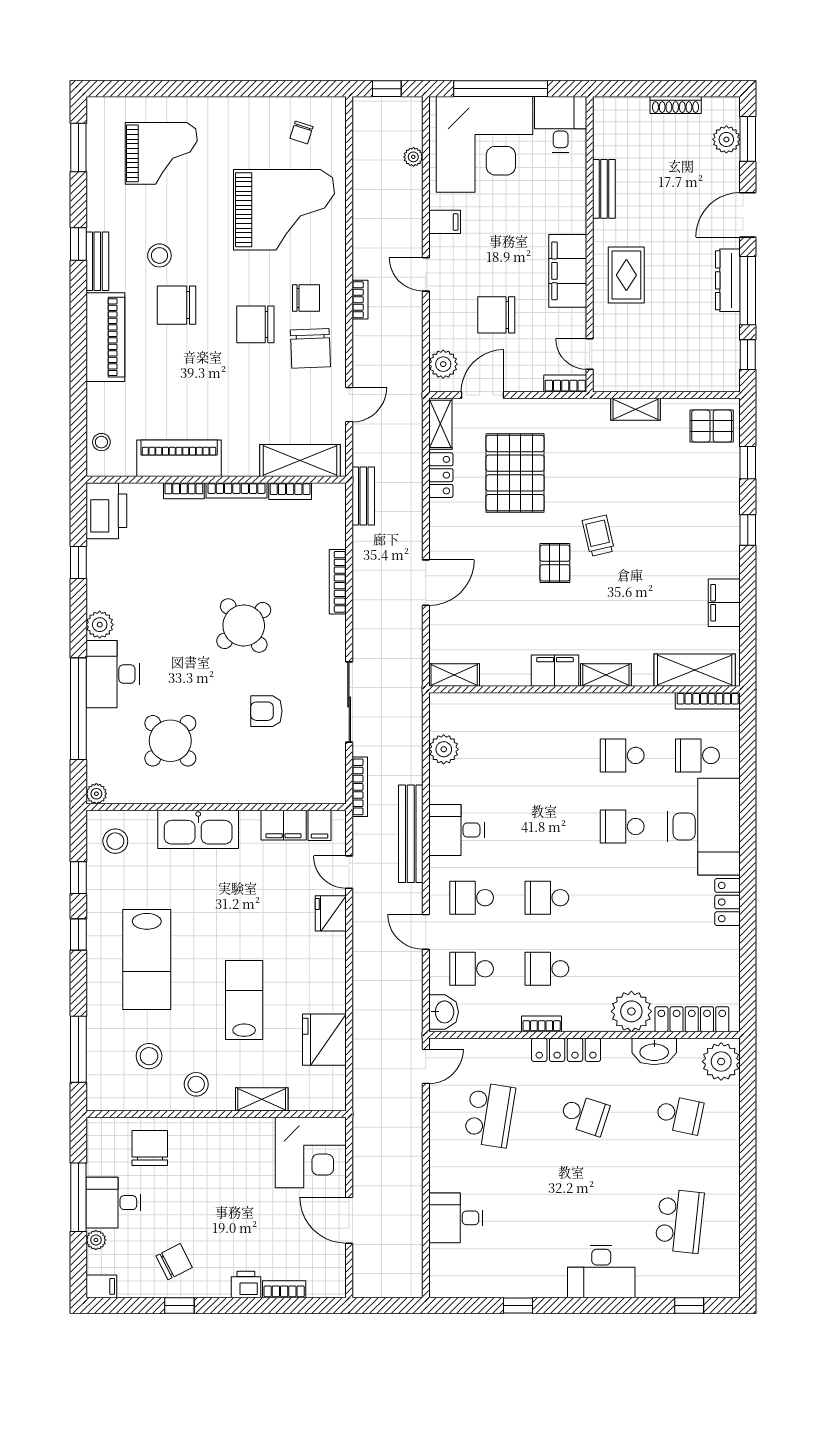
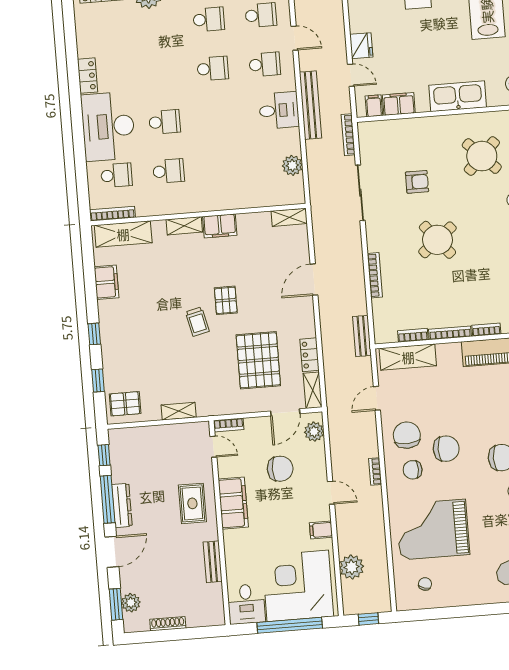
plant: (413, 157) -> (352, 567), width x1.88, depth x1.88

